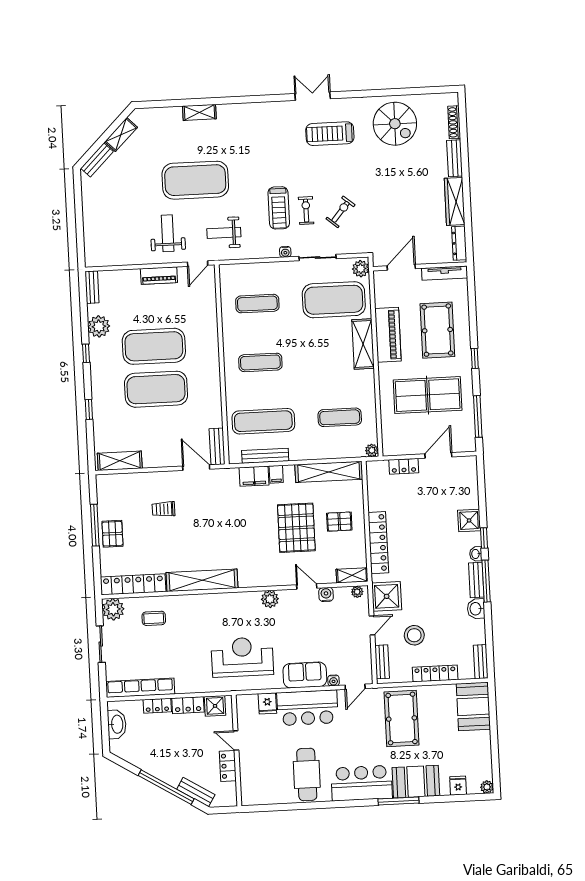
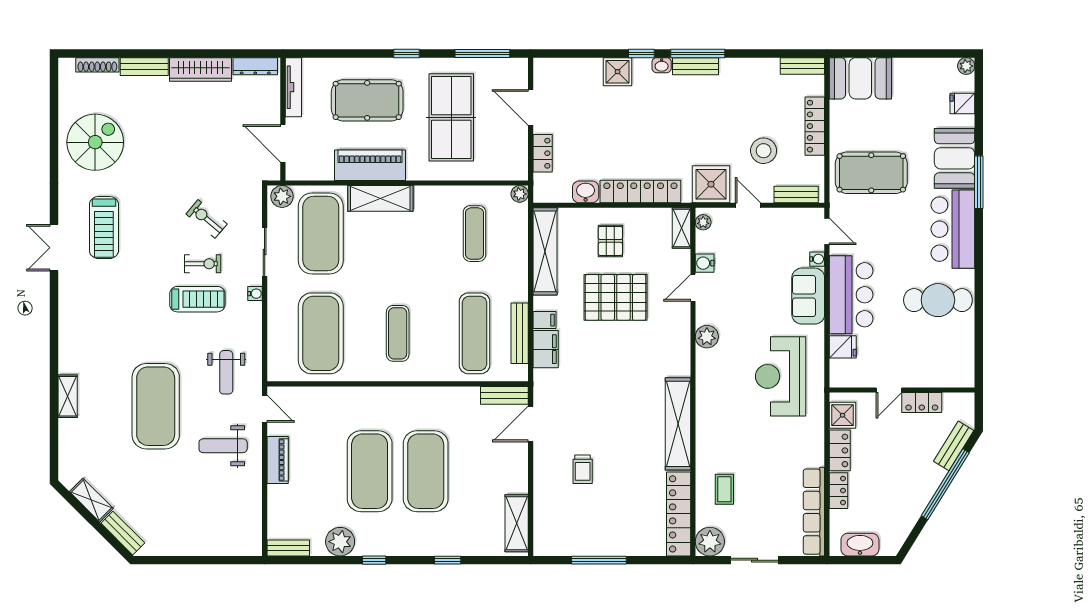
exercise bike: (306, 211) -> (203, 264), turned 180
exercise mat: (257, 304) -> (321, 333), width x2.00, depth x1.45
pallet: (112, 534) -> (611, 538), removed
washbasin: (476, 609) -> (586, 192), moved, turned 180

